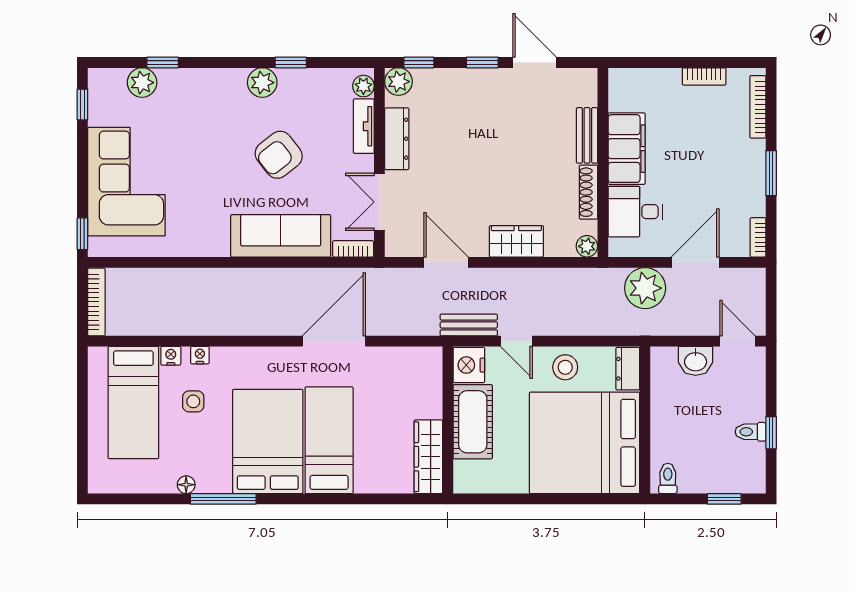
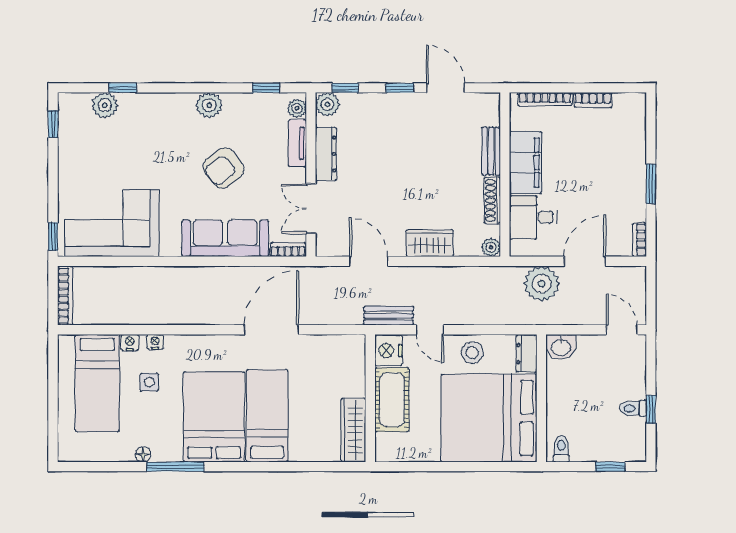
window: (291, 63) -> (266, 88), moved
bookcase: (758, 107) -> (545, 99), moved, turned -90
corner sofa: (126, 182) -> (112, 223), moved, turned -90
washbasin: (696, 361) -> (561, 347), moved

